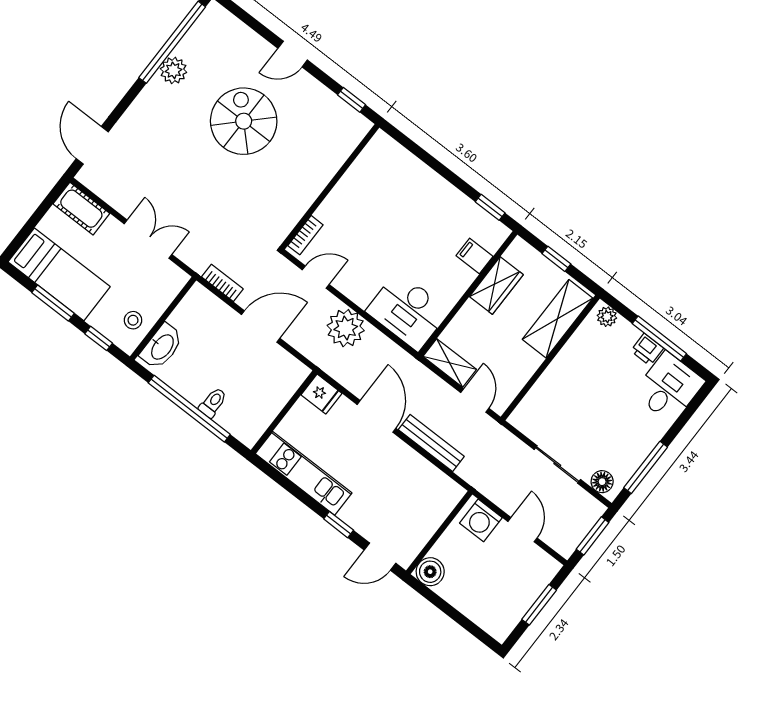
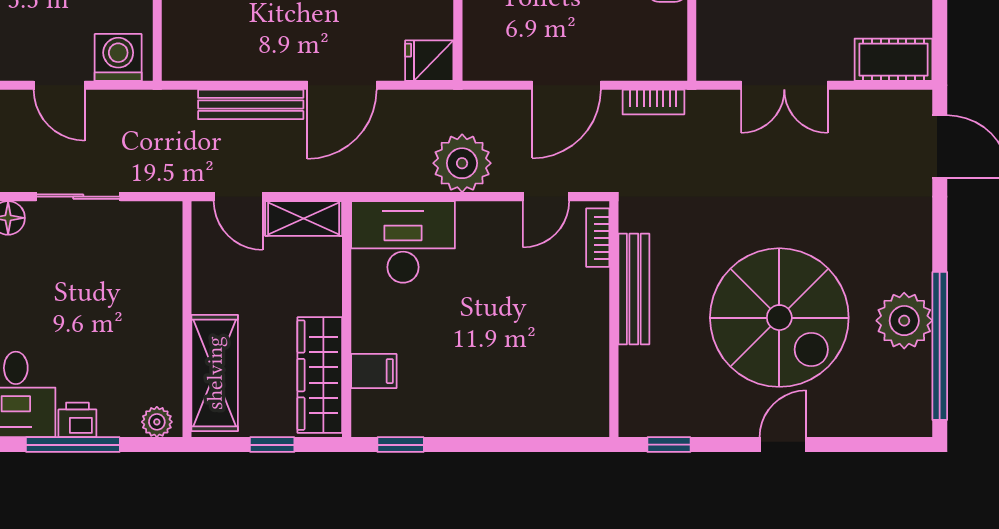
plant: (174, 70) -> (904, 321), width x1.36, depth x1.36
spiral stairs: (244, 121) -> (779, 318), width x1.37, depth x1.37
bench: (307, 194) -> (634, 289), added
wardrobe: (496, 286) -> (320, 375), width x1.50
door: (376, 416) -> (342, 85), hinge flipped

